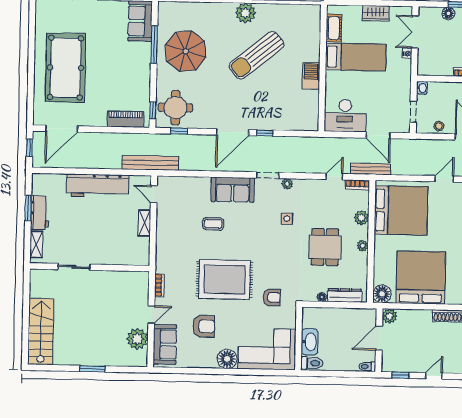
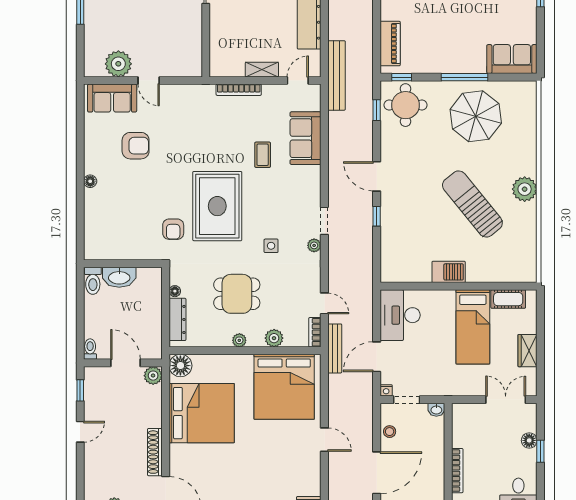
window: (154, 45) -> (464, 77), moved
nightstand: (407, 54) -> (386, 390), moved
door: (233, 132) -> (377, 176), width x0.73
sofa: (233, 190) -> (305, 138), moved
rug: (224, 279) -> (217, 206), moved
bookcase: (159, 285) -> (239, 90), moved, width x1.56
armchair: (204, 326) -> (136, 146), turned -90
corner sofa: (267, 349) -> (109, 225), removed
floor lamp: (227, 359) -> (90, 181), width x0.53, depth x0.53
door: (434, 376) -> (80, 432), hinge flipped

